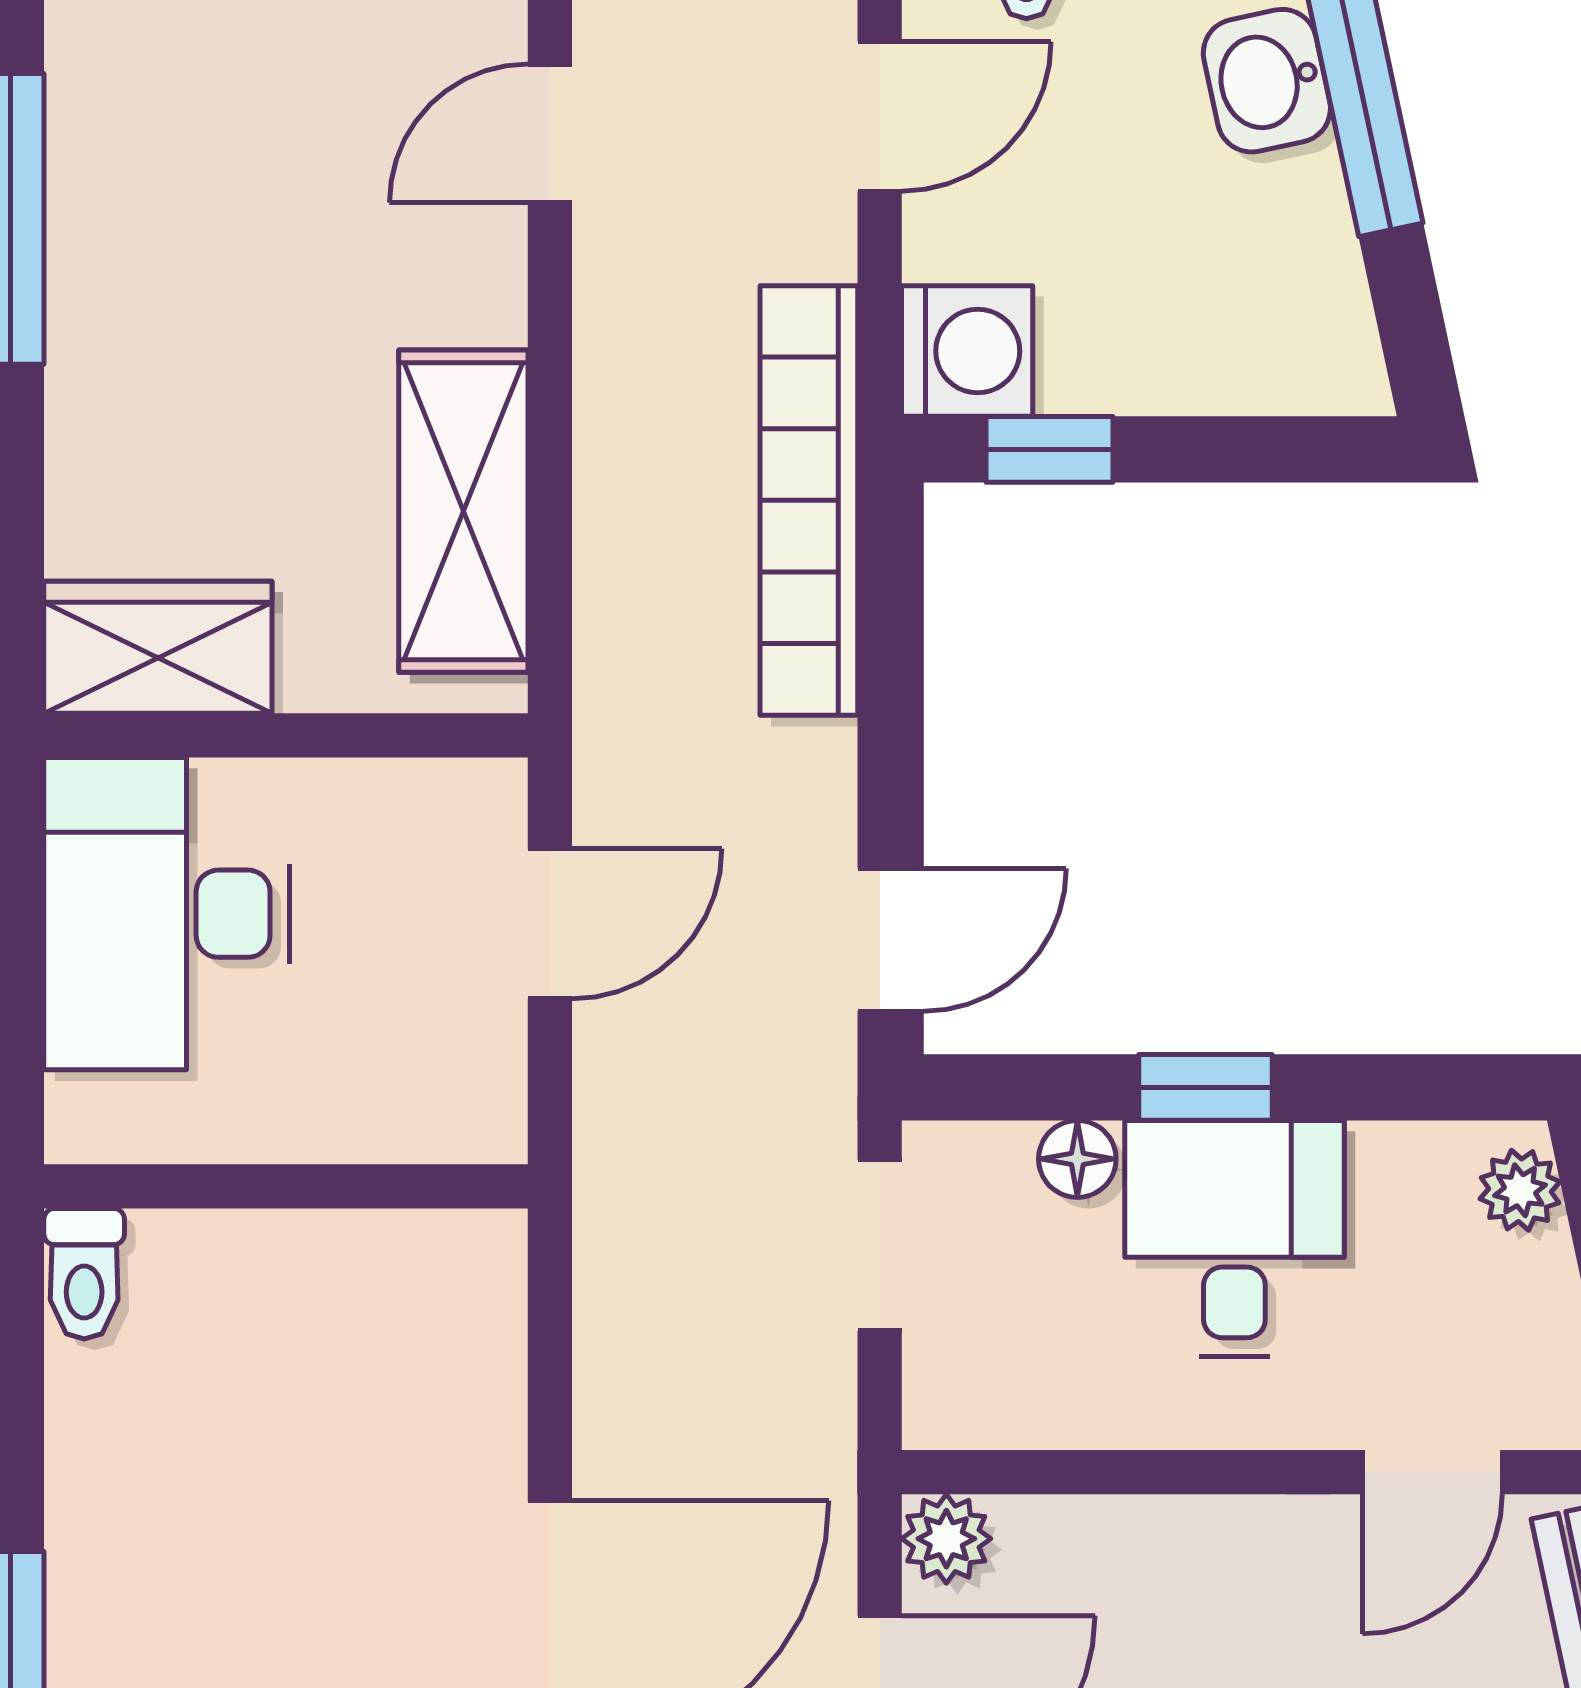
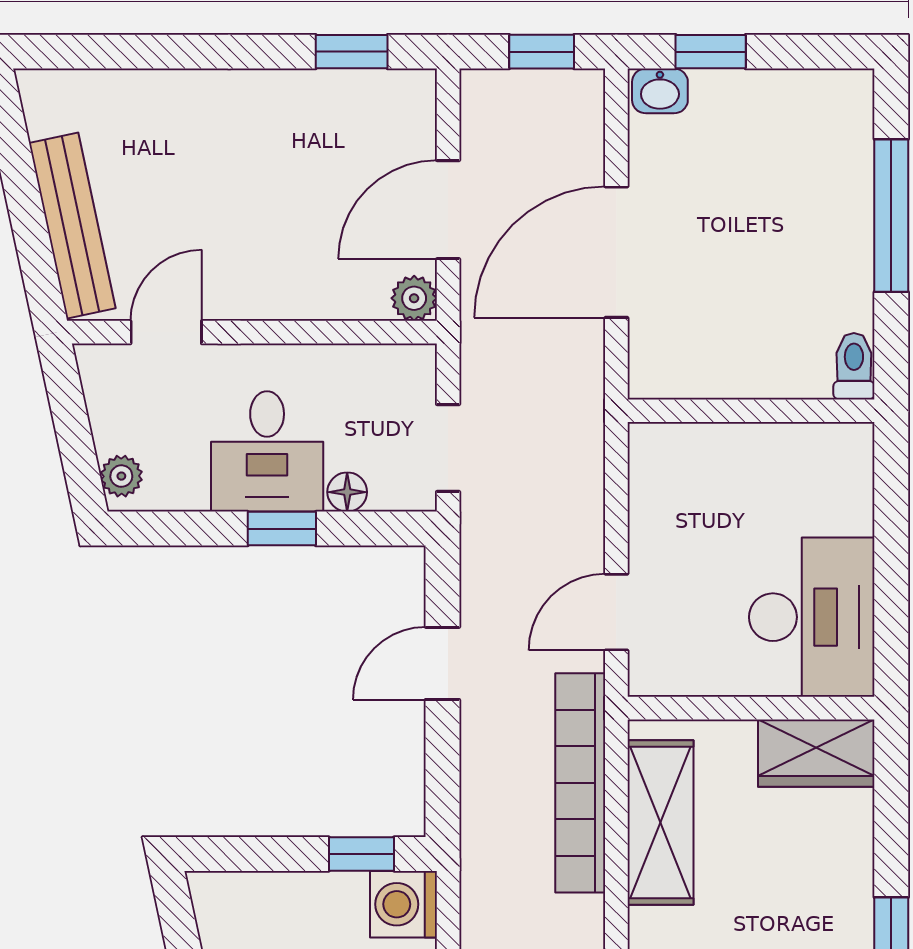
bookcase: (809, 500) -> (580, 783), moved, turned 180
door: (891, 940) -> (442, 663), moved
wall: (286, 1186) -> (751, 411), moved
toilet: (84, 1274) -> (854, 366), moved

